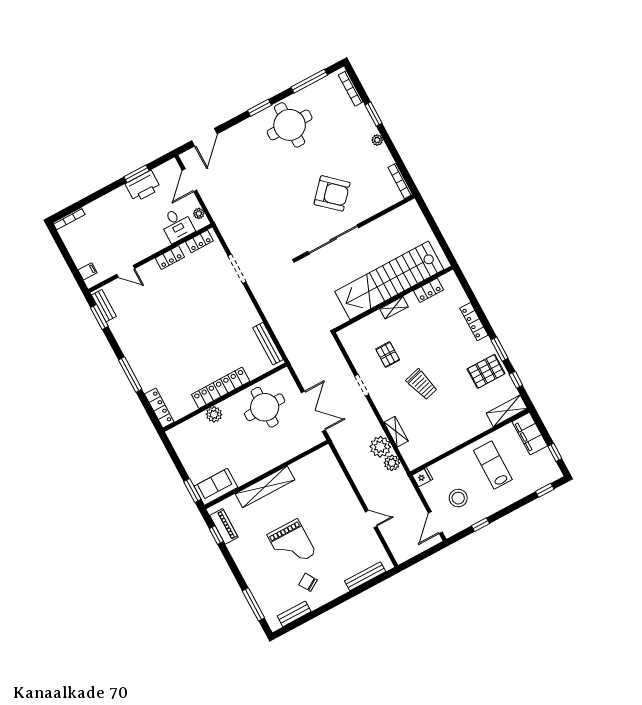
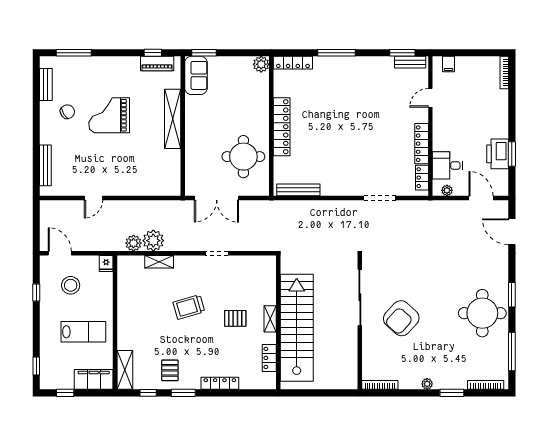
locker: (170, 258) -> (422, 144), width x1.53
pallet: (388, 355) -> (235, 318), moved
pallet: (486, 371) -> (170, 370), width x0.67, depth x0.71
plant: (214, 414) -> (261, 64), moved

